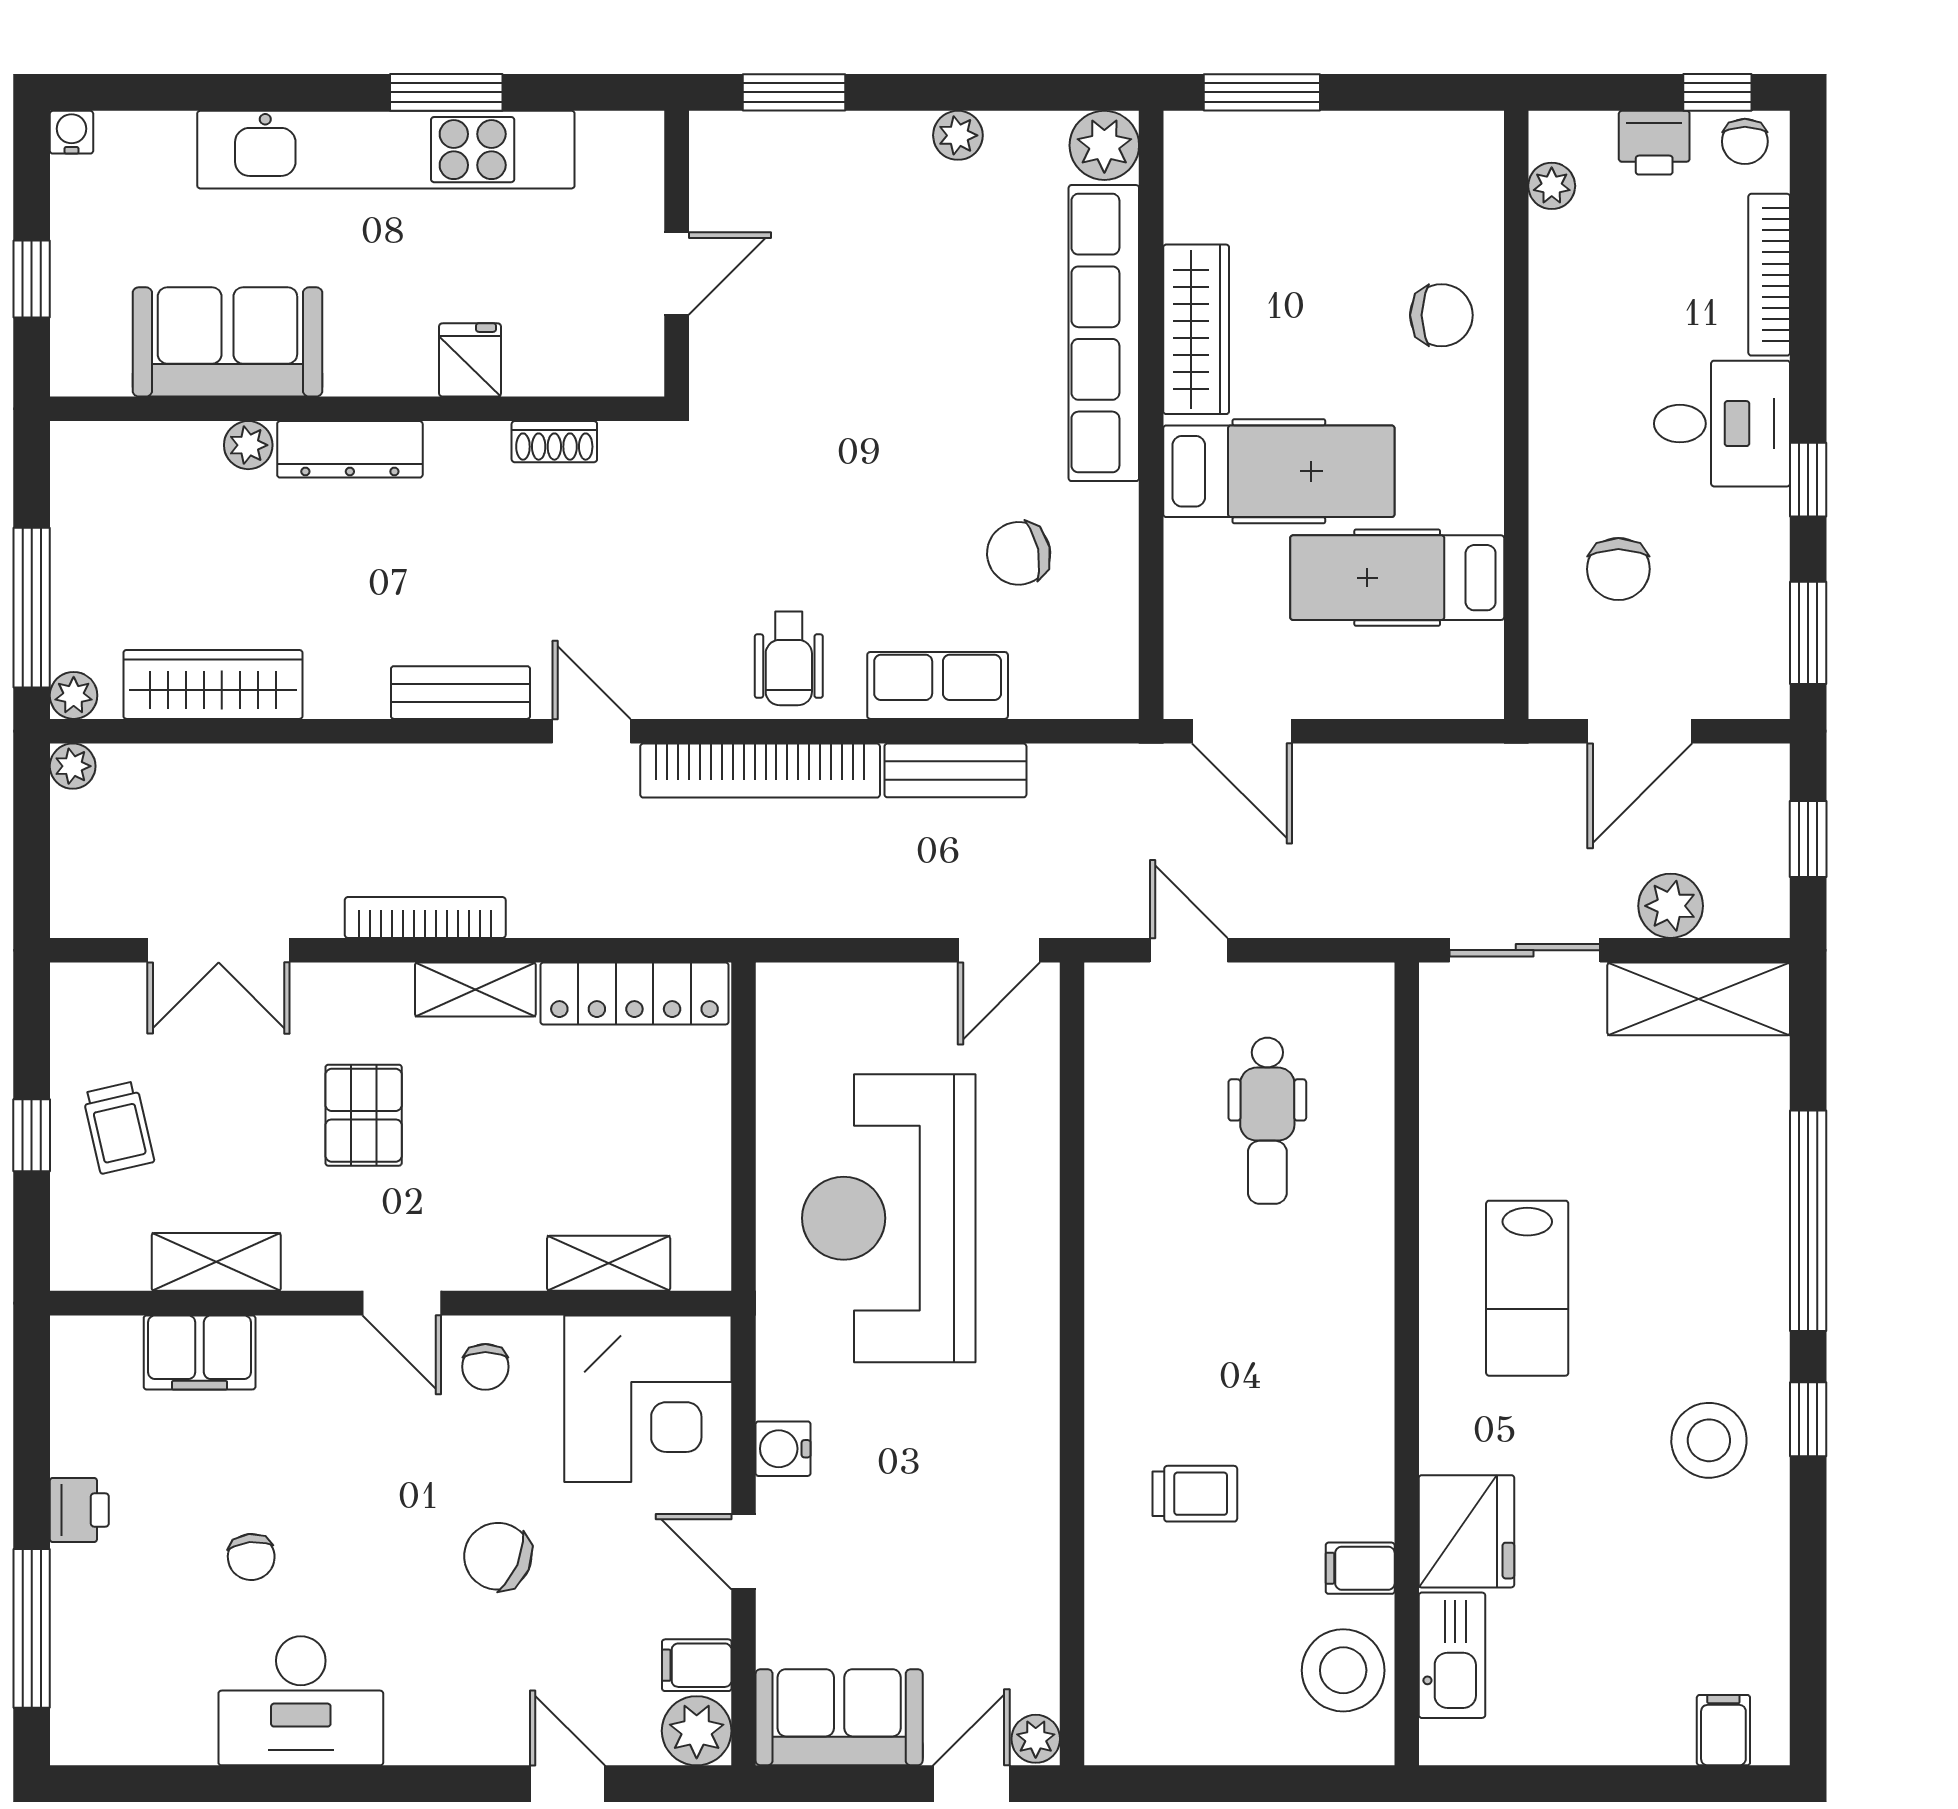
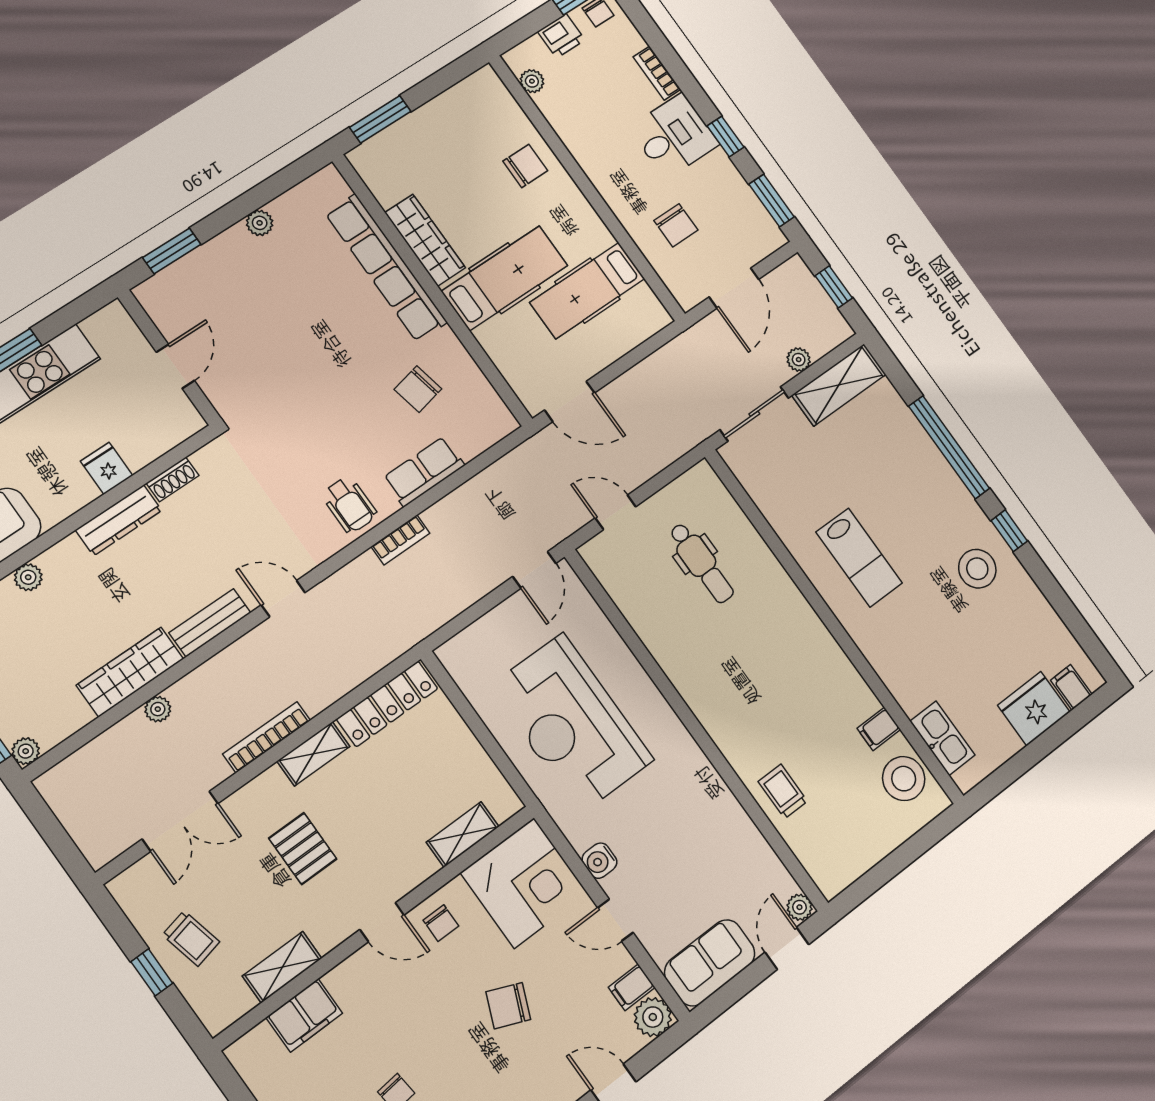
plant: (1104, 145) -> (328, 186), removed
bookcase: (1769, 275) -> (657, 73), width x0.64
dresser: (350, 449) -> (119, 520), moved
wardrobe: (213, 684) -> (130, 672), moved
plant: (73, 766) -> (158, 709), moved
bench: (955, 770) -> (459, 504), removed
bookcase: (760, 771) -> (400, 540), width x0.43, depth x0.76
plant: (1671, 906) -> (799, 360), width x0.73, depth x0.73
trolley: (1195, 1494) -> (783, 791), moved, turned -90
fridge: (1466, 1531) -> (1034, 709), moved, turned -90

